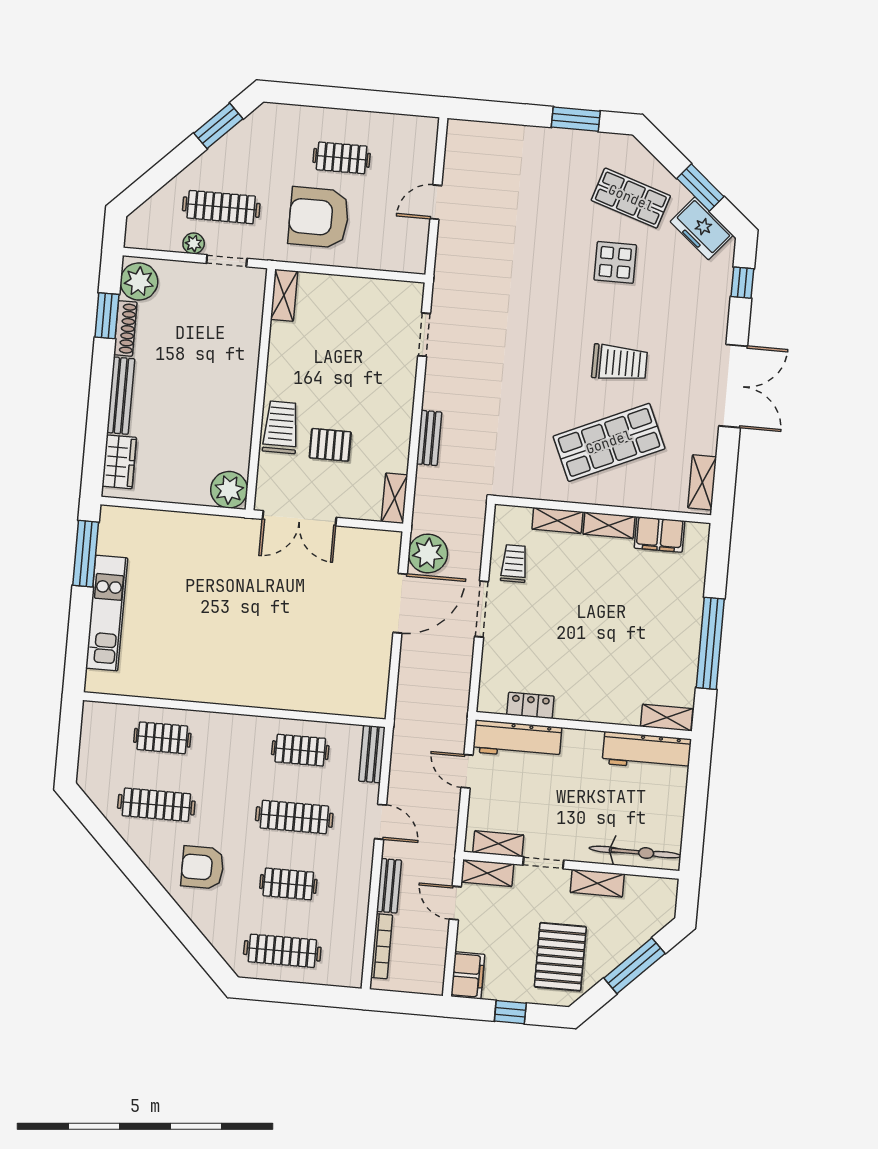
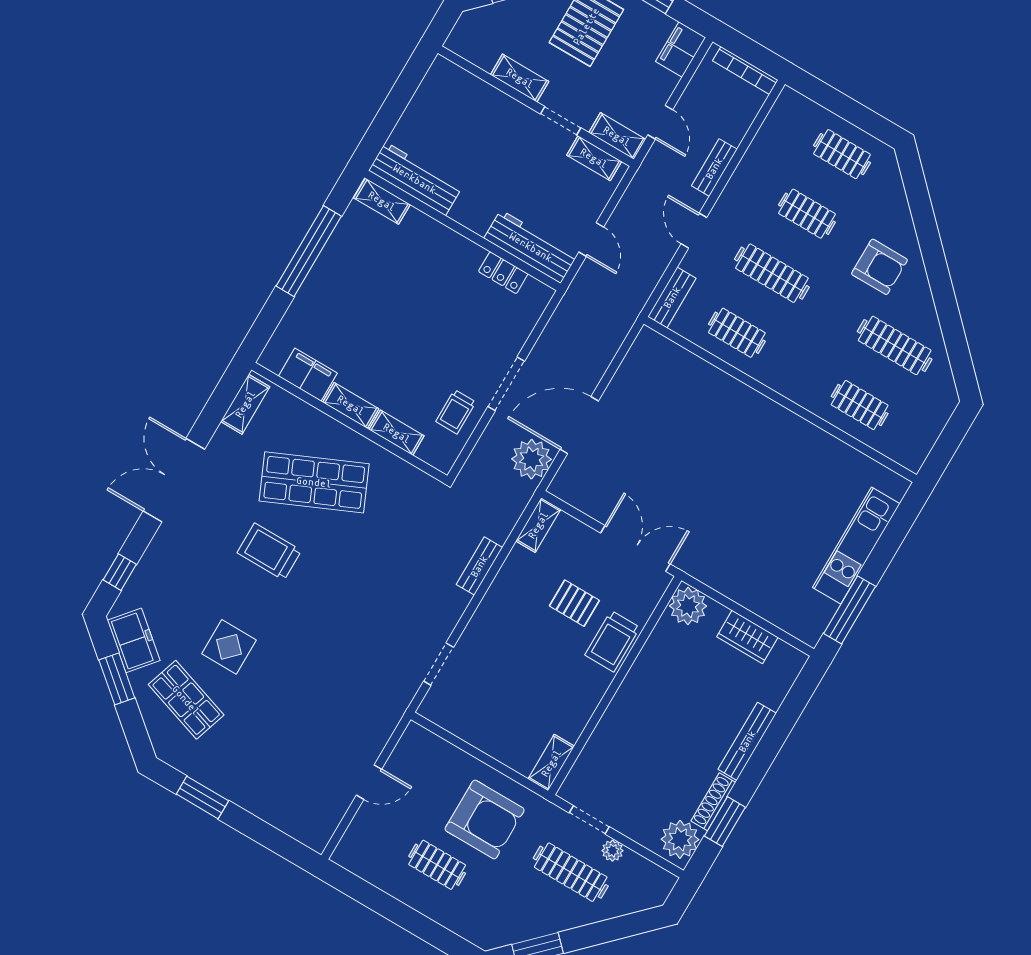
wardrobe: (119, 462) -> (747, 637), moved, turned -90
bicycle: (635, 852) -> (471, 90), removed
bookcase: (382, 946) -> (745, 70), moved, turned -90
clothes rail: (282, 951) -> (842, 154), width x0.73

